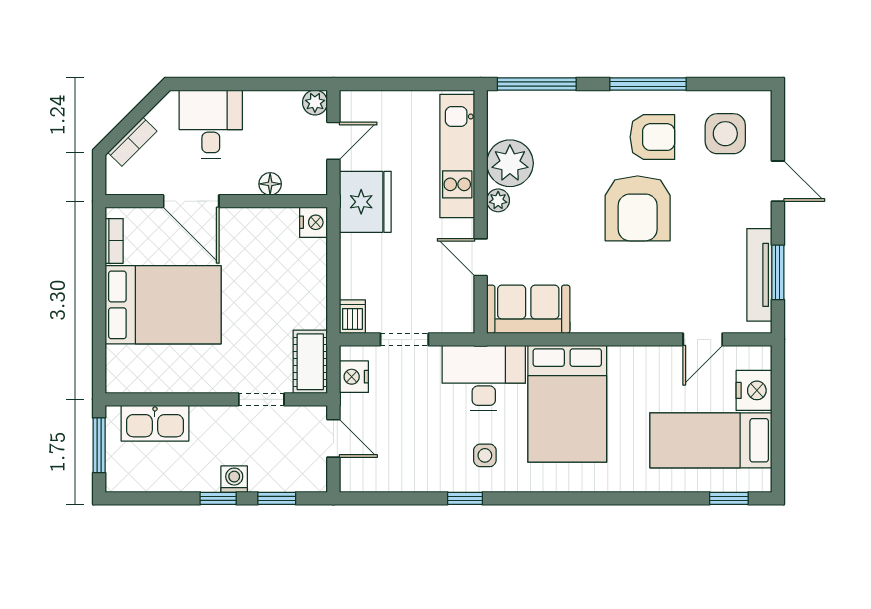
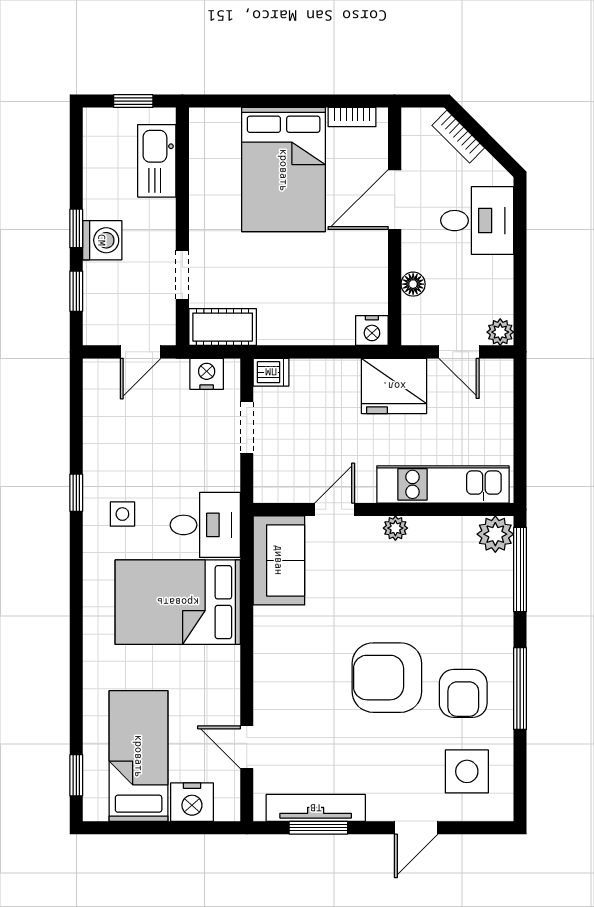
plant: (510, 163) -> (495, 534), moved, width x0.73, depth x0.73
desk: (484, 378) -> (205, 525), width x0.73
window: (99, 445) -> (133, 101), width x0.67
washing machine: (234, 479) -> (102, 240), width x1.38, depth x1.38

